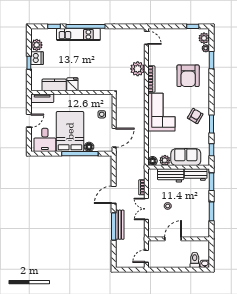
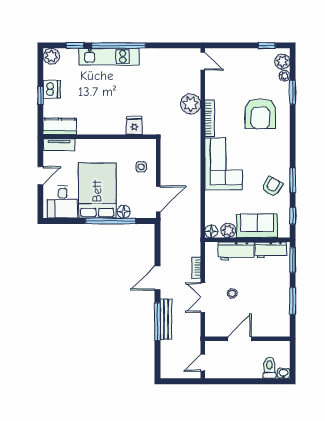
plant: (37, 45) -> (51, 56), moved
fridge: (72, 84) -> (134, 125), moved
kitchen counter: (54, 85) -> (60, 126), moved
armchair: (195, 116) -> (272, 187), moved

